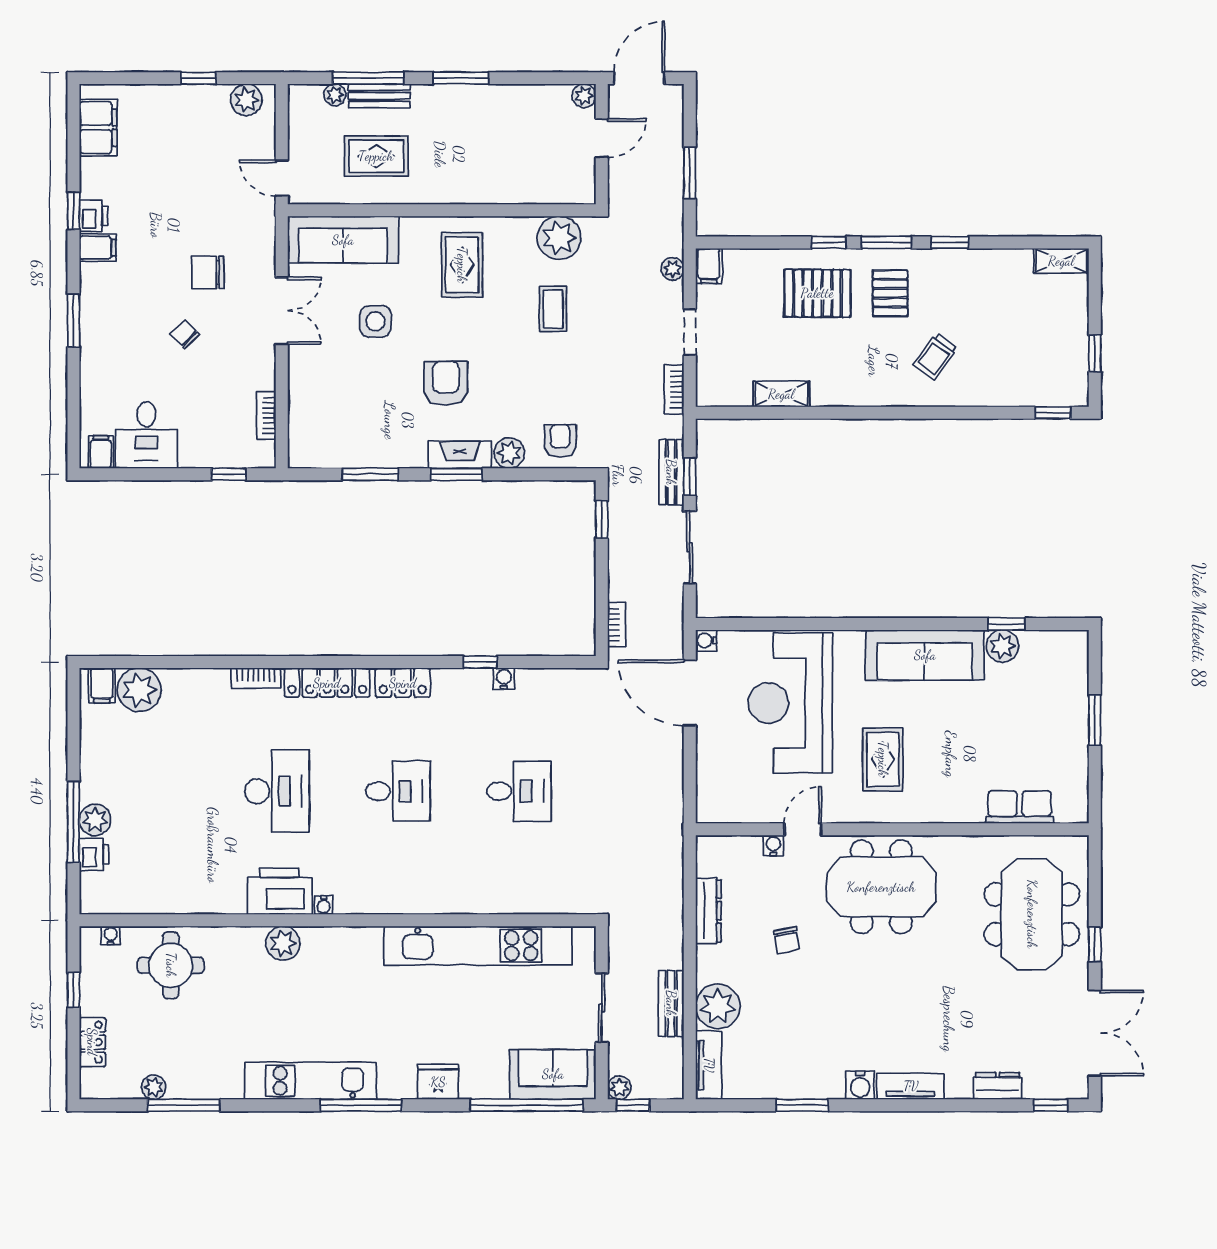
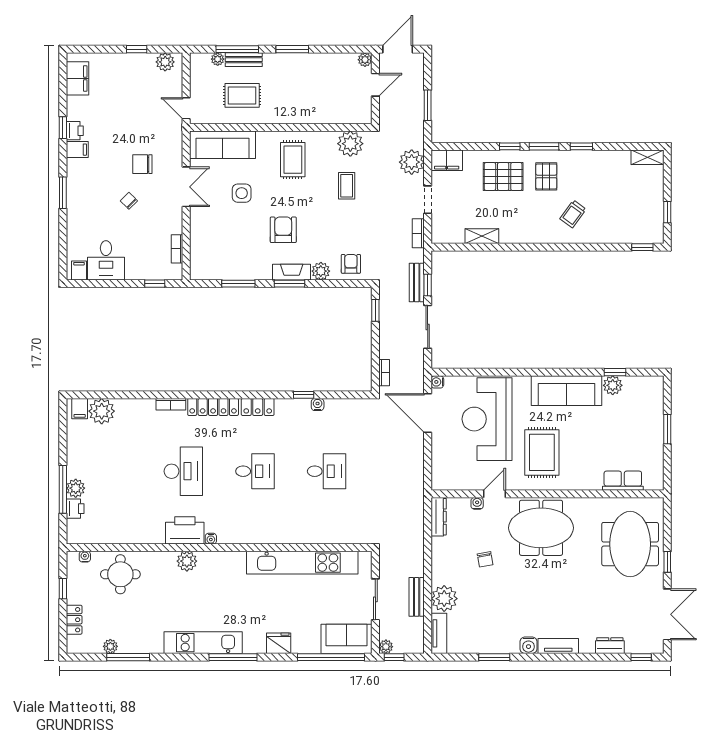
filing cabinet: (709, 266) -> (447, 160), width x2.00
plant: (673, 269) -> (412, 162), width x1.87, depth x1.87
rug: (883, 759) -> (542, 452), width x1.36, depth x1.43
dresser: (708, 911) -> (439, 517), moved

